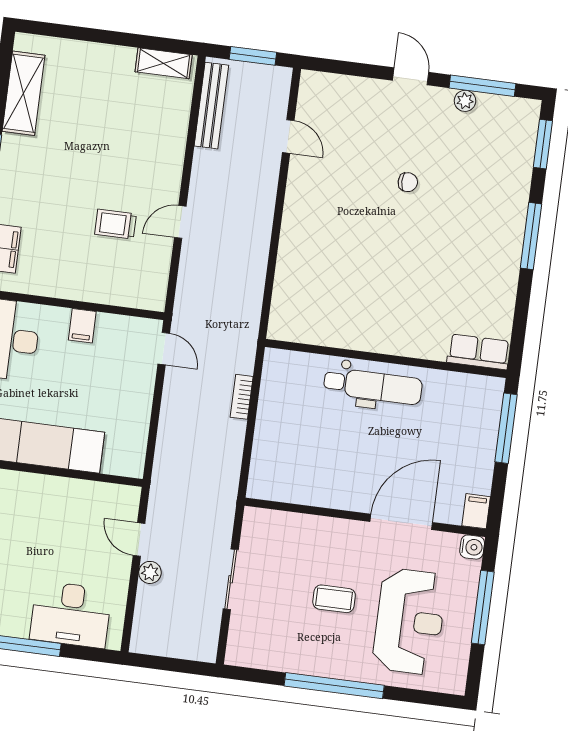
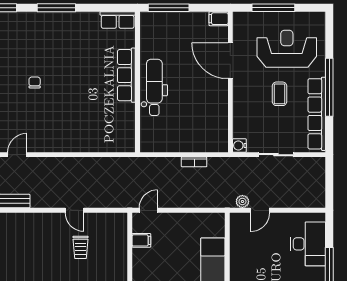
filing cabinet: (82, 326) -> (141, 240), moved
row of seats: (400, 341) -> (126, 75), added
row of seats: (479, 352) -> (118, 20), moved, turned -90
bookcase: (242, 397) -> (194, 162), moved
water cooler: (472, 547) -> (239, 146), moved, turned -90
plant: (150, 572) -> (242, 201), moved
row of seats: (292, 658) -> (317, 114), added

